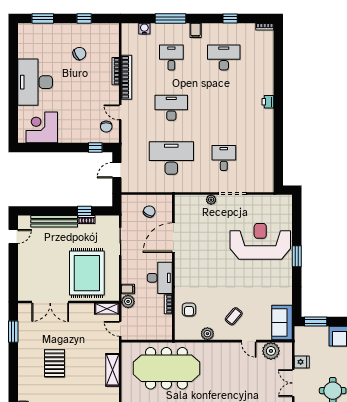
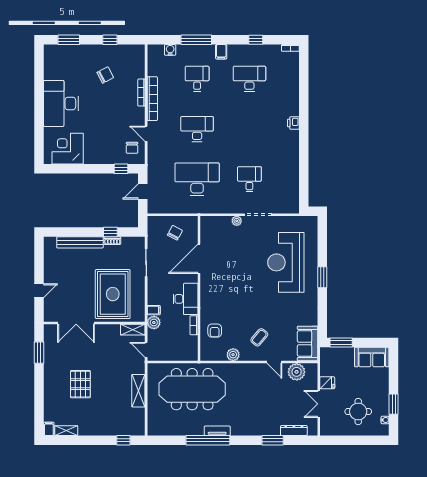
door: (13, 236) -> (39, 291), moved
reception desk: (260, 241) -> (286, 262), turned -90

